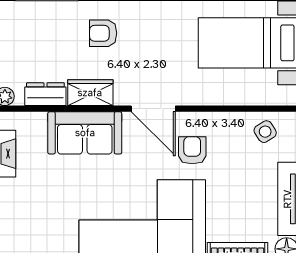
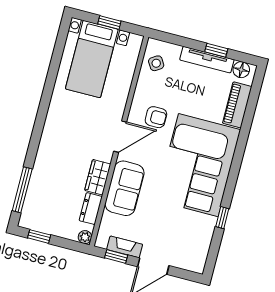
armchair: (103, 33) -> (59, 158), removed
armchair: (192, 150) -> (156, 117), turned 180

